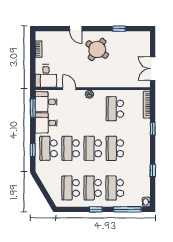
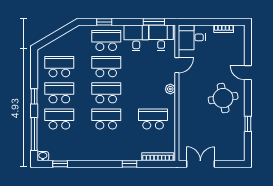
door: (76, 29) -> (248, 73), hinge flipped
round table: (97, 50) -> (223, 98), turned 45
window: (153, 171) -> (60, 164), moved

